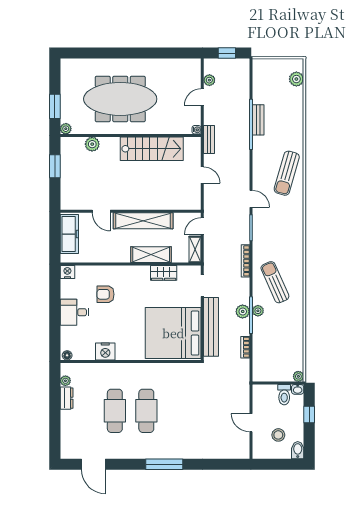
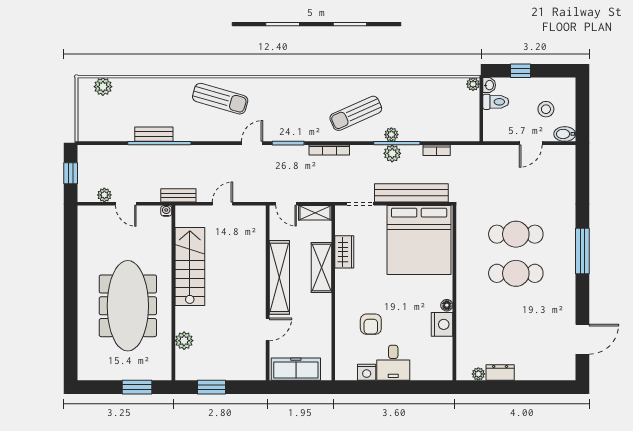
plant: (66, 129) -> (165, 374), removed
nightstand: (67, 272) -> (367, 372), moved, turned -90
floor lamp: (67, 355) -> (447, 305), moved
cafe table: (115, 411) -> (516, 234), moved
bidet: (298, 450) -> (565, 134), moved

